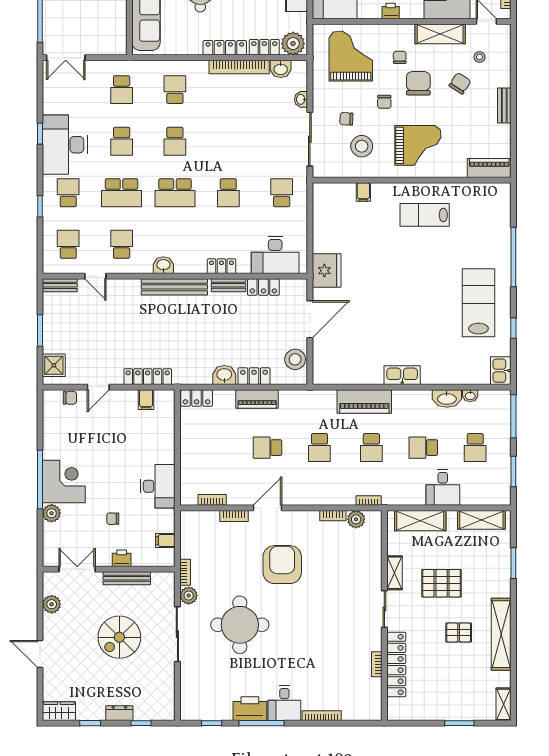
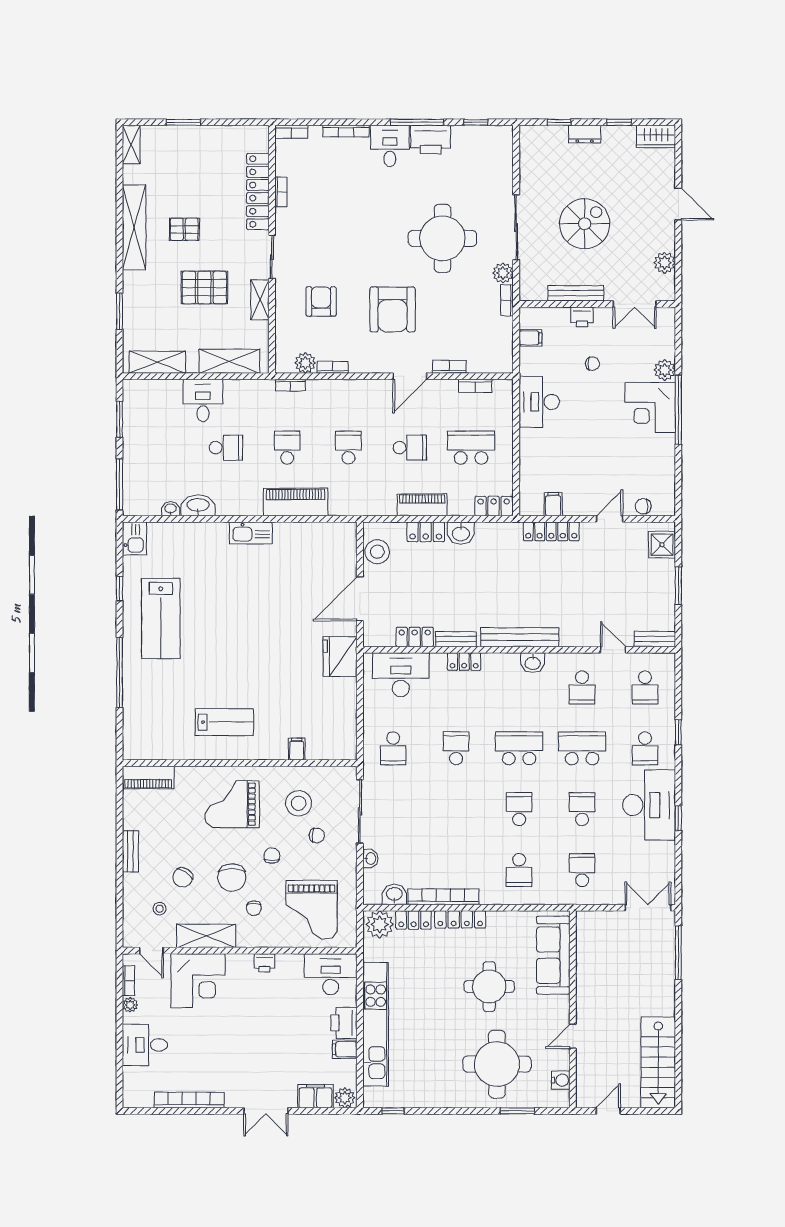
school desk: (475, 448) -> (471, 448), moved, width x1.85
armchair: (343, 571) -> (321, 302), added
bookcase: (368, 715) -> (291, 132), added

